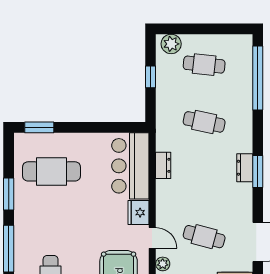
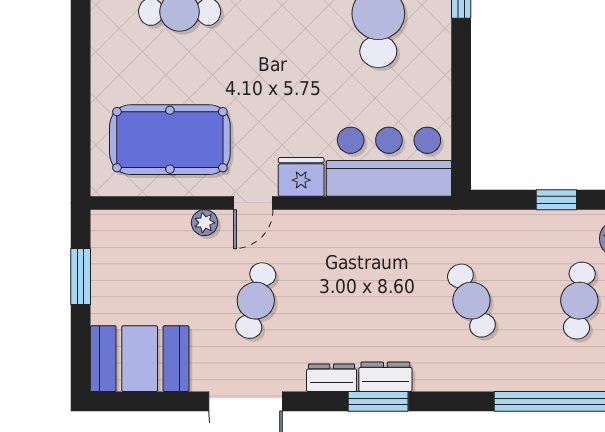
cafe table: (204, 122) -> (471, 301), turned -36
dresser: (163, 165) -> (332, 378), moved, turned 180

